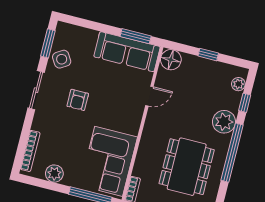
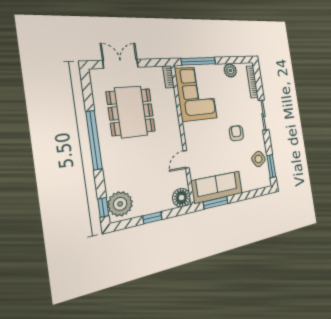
plant: (238, 84) -> (120, 204), width x1.88, depth x1.88
sliding door: (36, 90) -> (263, 115), moved
window: (245, 103) -> (103, 207), moved
plant: (224, 122) -> (113, 165), removed

